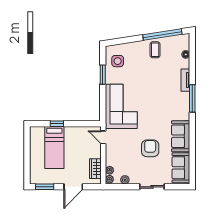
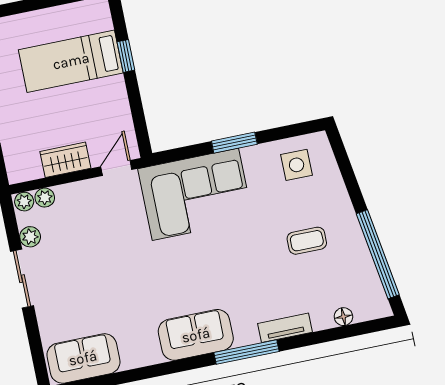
coffee table: (155, 50) -> (307, 241), moved
window: (103, 75) -> (234, 143), moved
sofa: (181, 136) -> (196, 335), moved
armchair: (150, 148) -> (113, 280), removed
wardrobe: (95, 169) -> (65, 160), moved
sliding door: (152, 187) -> (22, 279), moved

